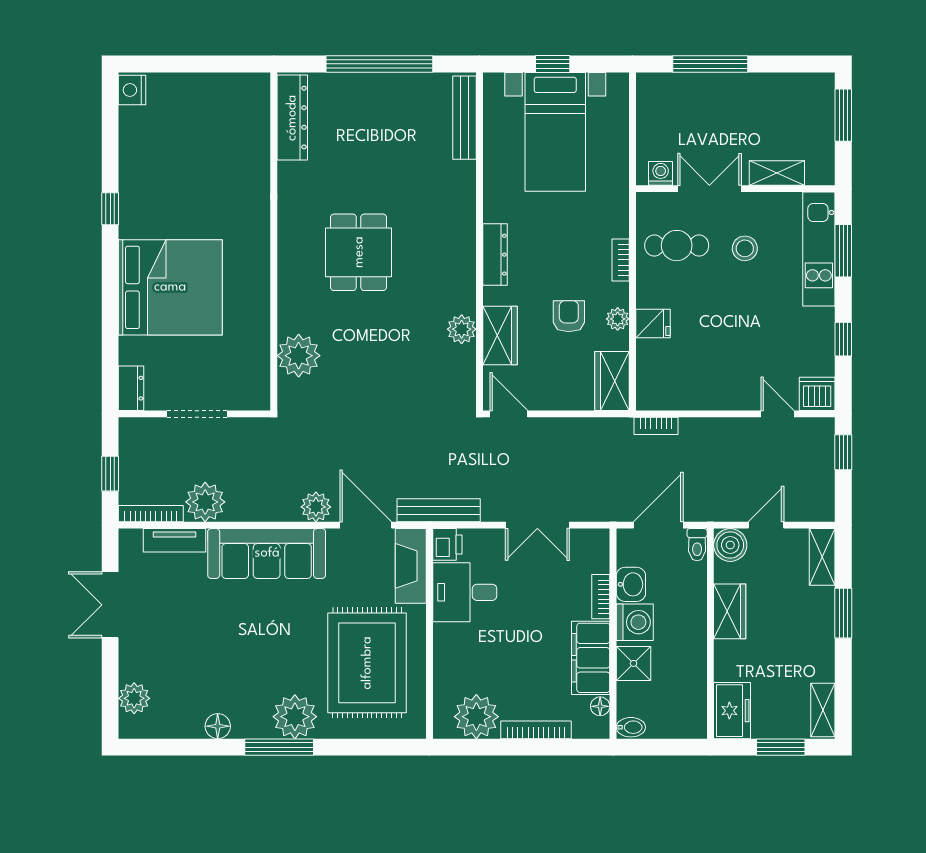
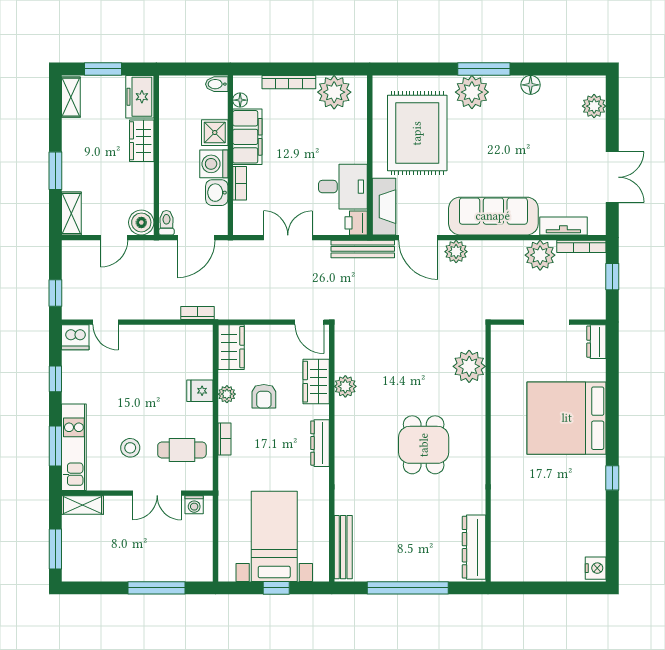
shelving: (777, 173) -> (83, 505), moved
wardrobe: (730, 611) -> (142, 141), moved

